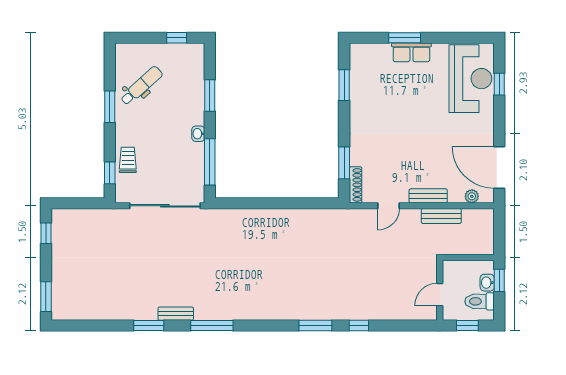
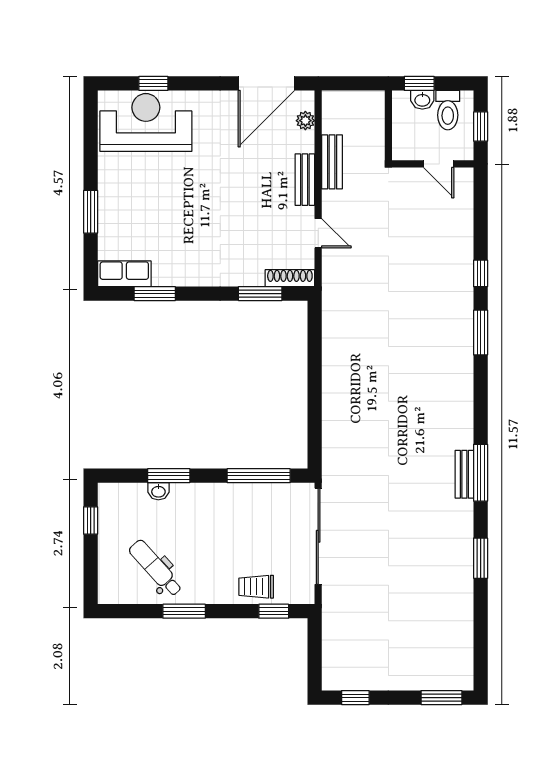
row of seats: (411, 52) -> (124, 274), moved, turned -90
washbasin: (198, 134) -> (158, 491), moved
bench: (176, 314) -> (464, 474), moved

